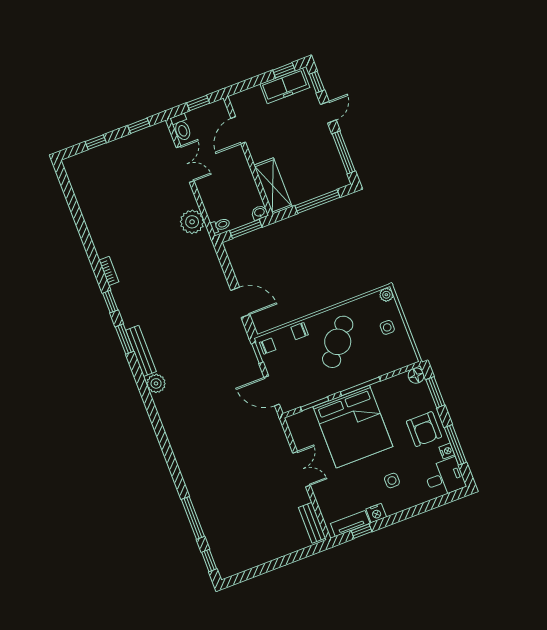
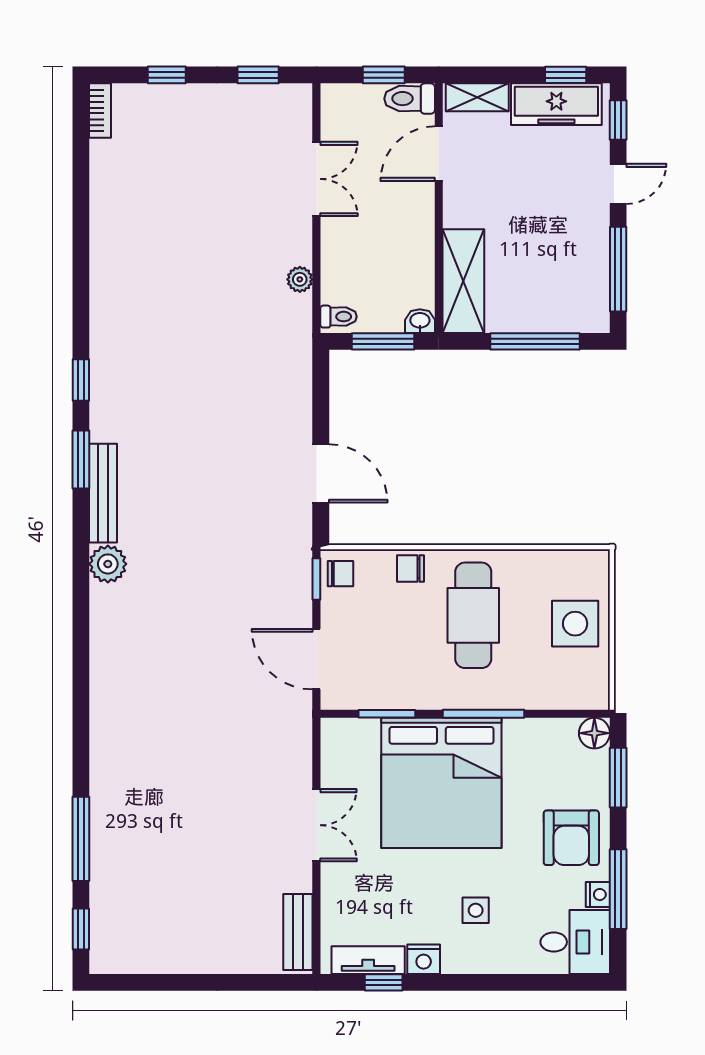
shelving: (246, 97) -> (477, 97), added
toilet: (182, 127) -> (410, 99), moved, turned 90
plant: (192, 222) -> (300, 279), width x0.53, depth x0.53
bookcase: (109, 271) -> (100, 111), moved
plant: (386, 295) -> (596, 563), removed
side table: (387, 327) -> (575, 624), width x1.87, depth x1.87
cafe table: (338, 342) -> (473, 615), turned -40

